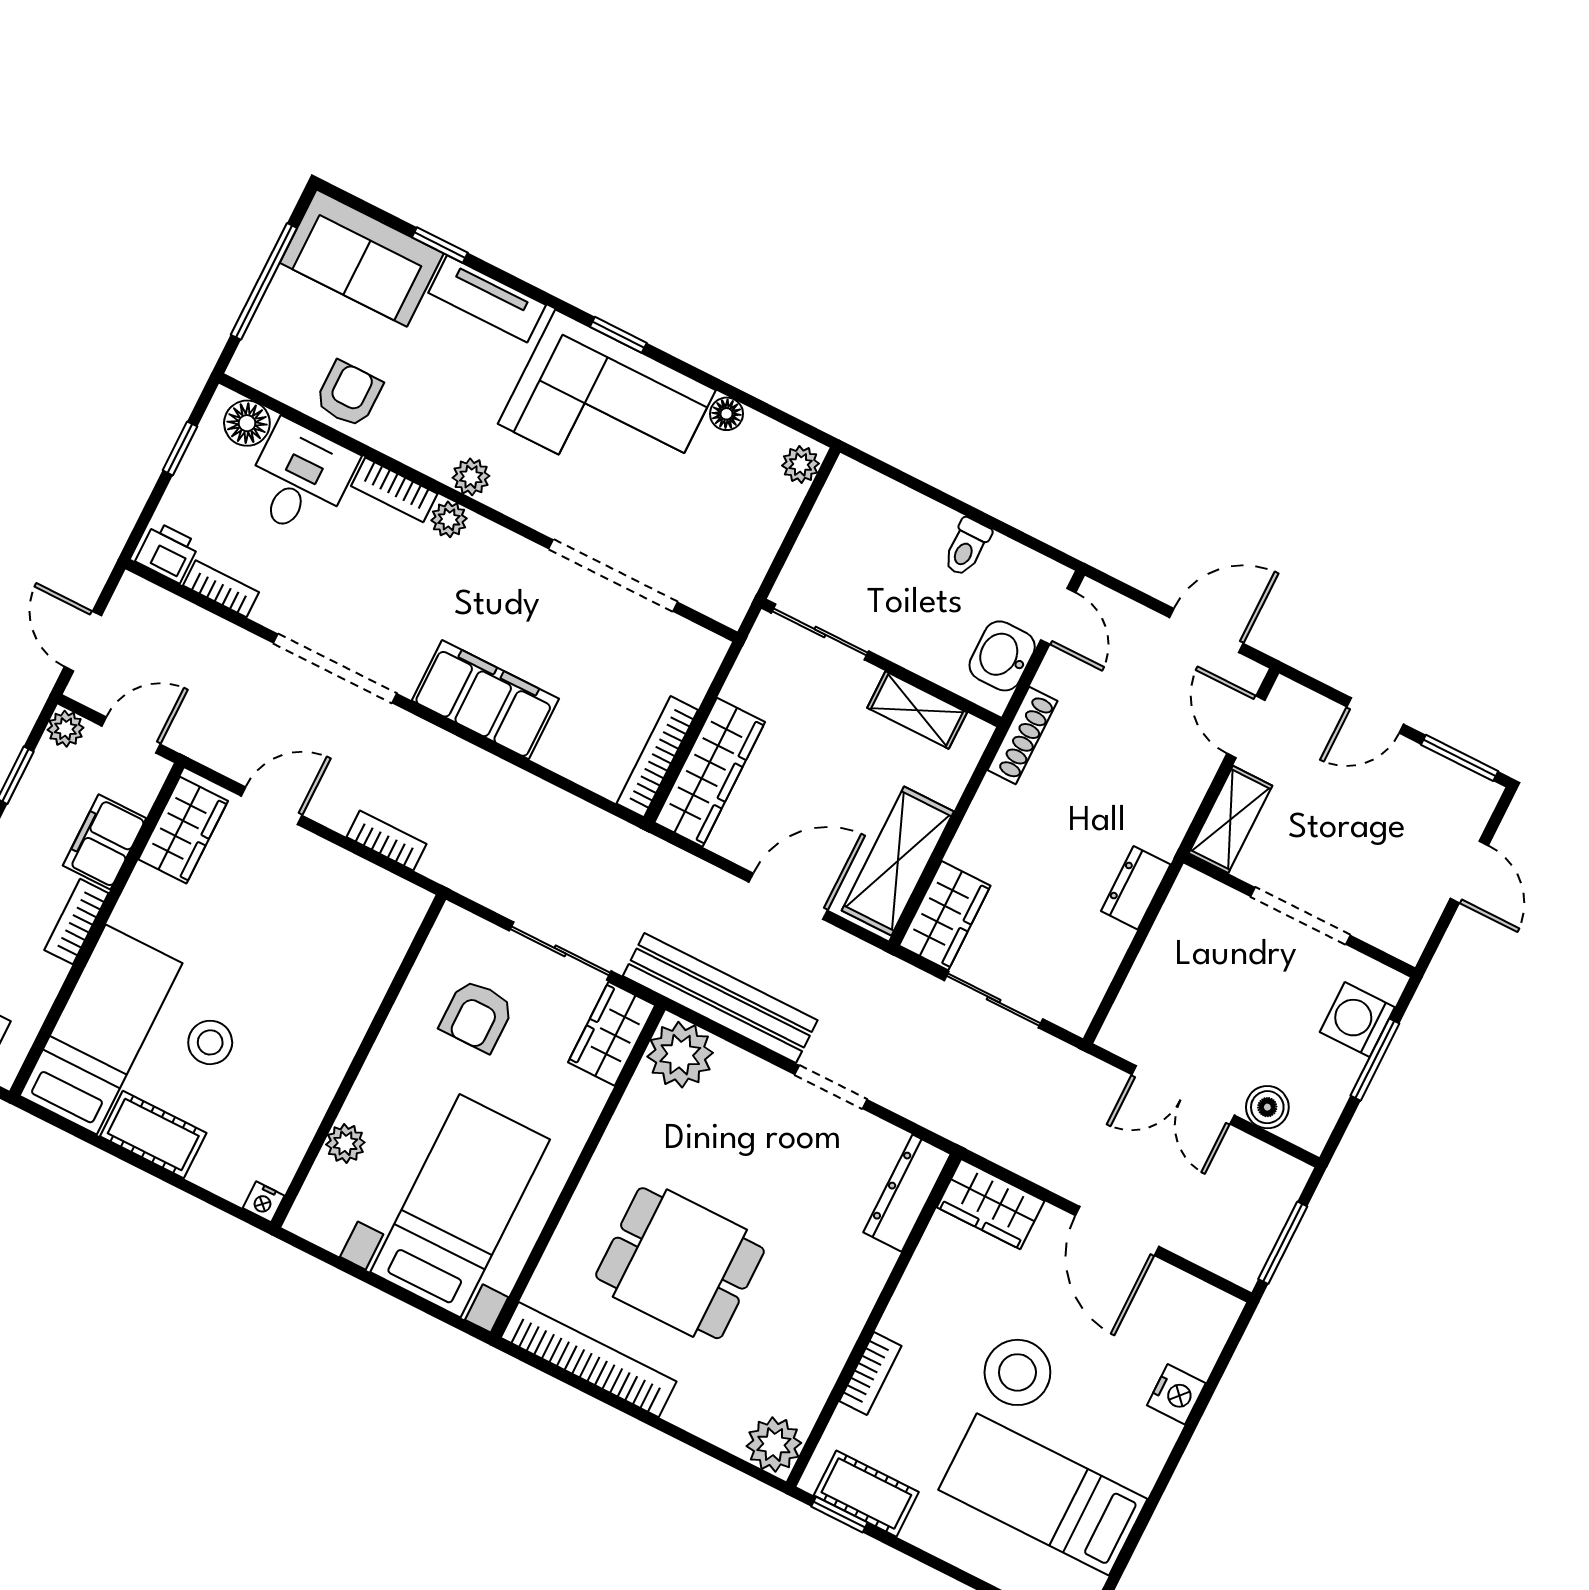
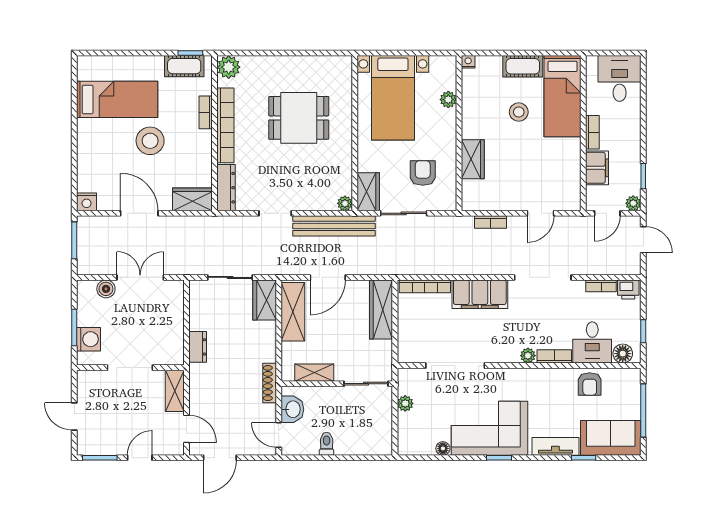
plant: (801, 464) -> (405, 403), moved
plant: (471, 477) -> (528, 376), removed
bookcase: (657, 757) -> (425, 286), moved, turned 90
wardrobe: (183, 830) -> (473, 159), moved, turned 180
plant: (680, 1055) -> (345, 203), width x0.53, depth x0.53
bookcase: (589, 1360) -> (225, 125), moved, turned -90
nightstand: (1176, 1394) -> (87, 202), moved, turned -90

